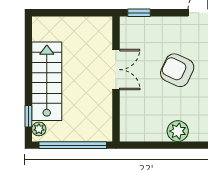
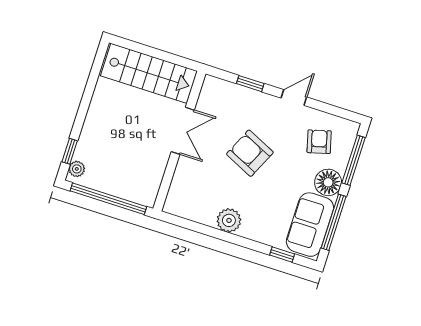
window: (139, 13) -> (250, 84), moved
stairs: (47, 81) -> (149, 73), moved, turned 90

